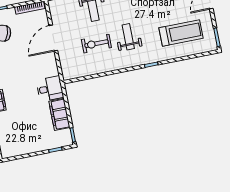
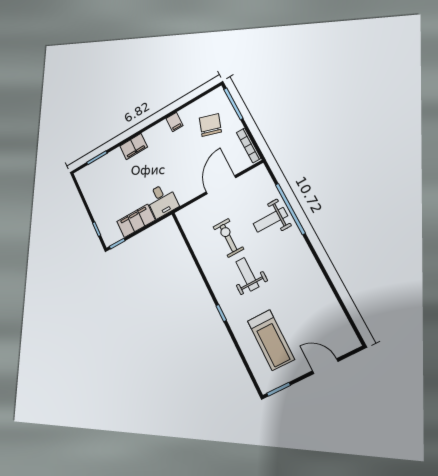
weight bench: (128, 37) -> (247, 274), turned -90
door: (53, 38) -> (221, 185), hinge flipped

